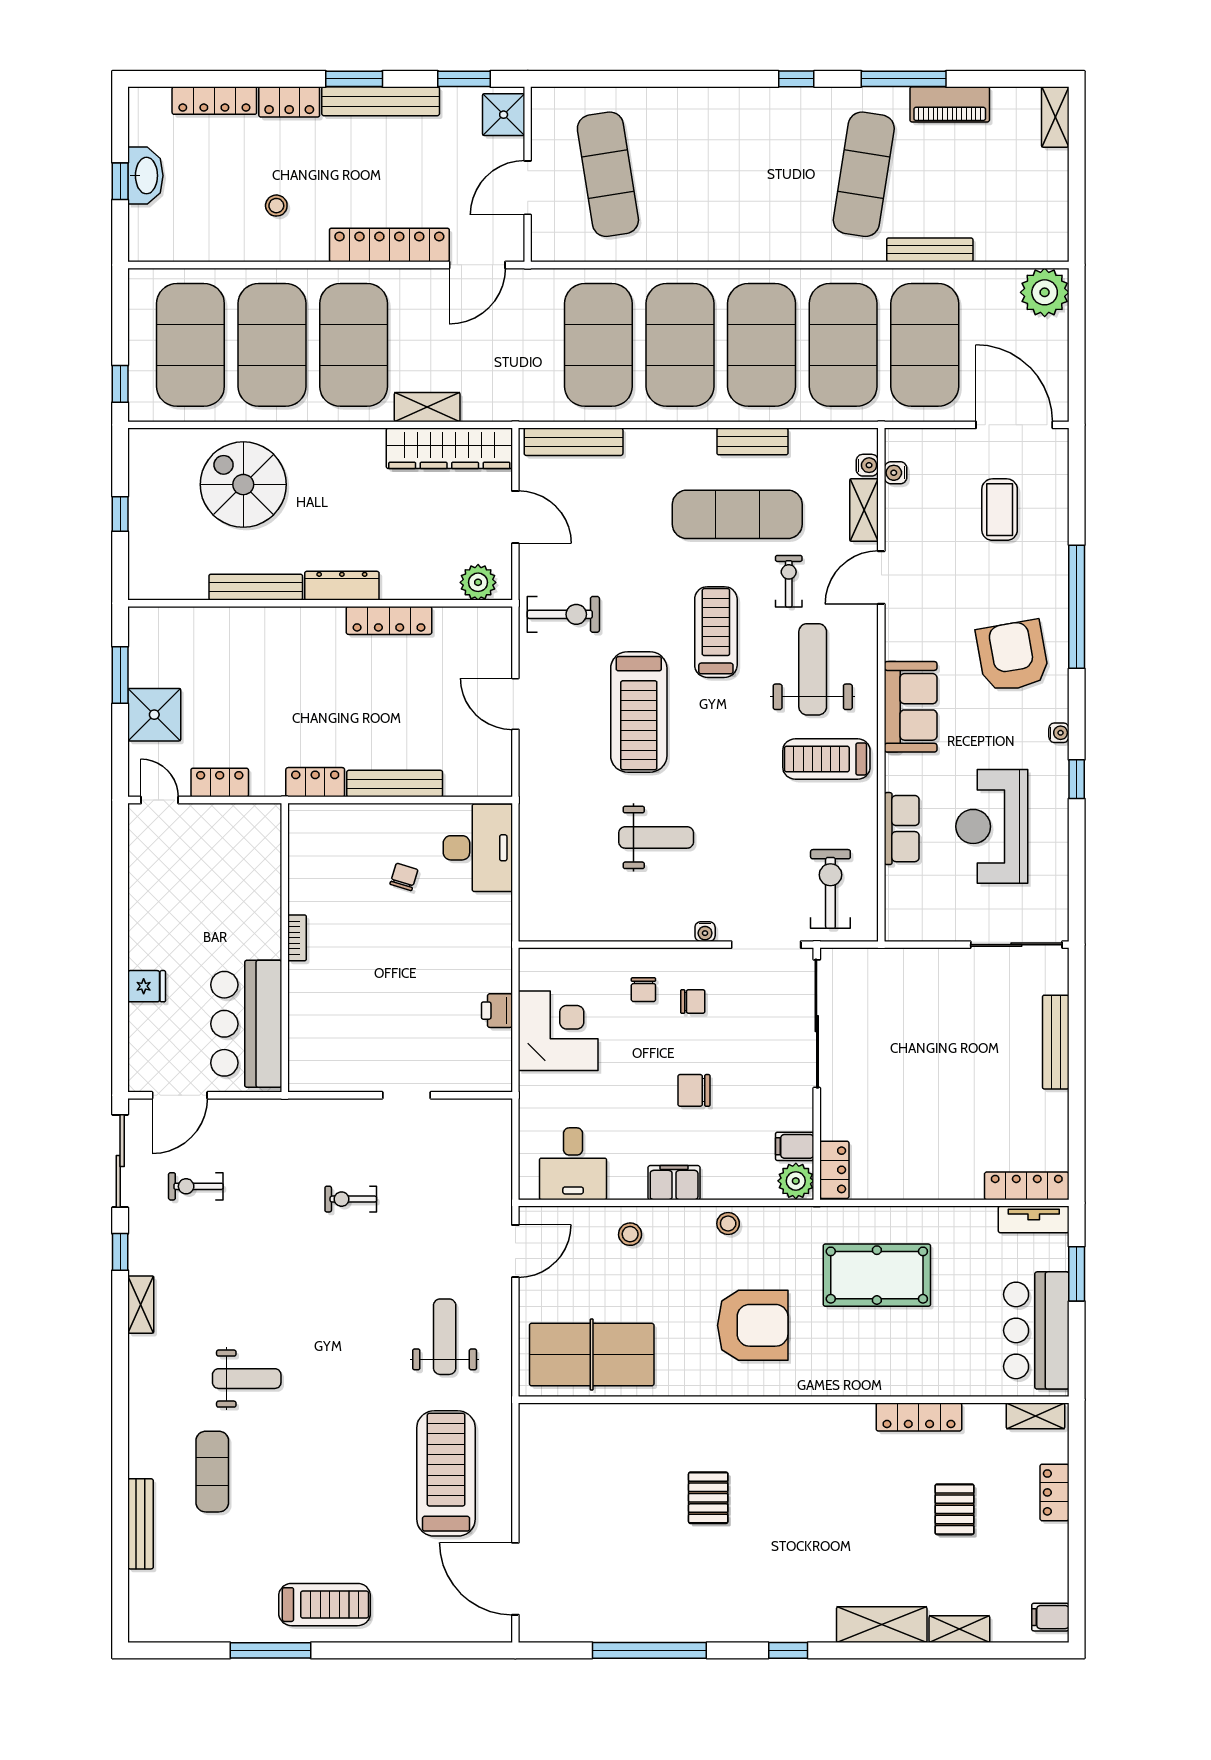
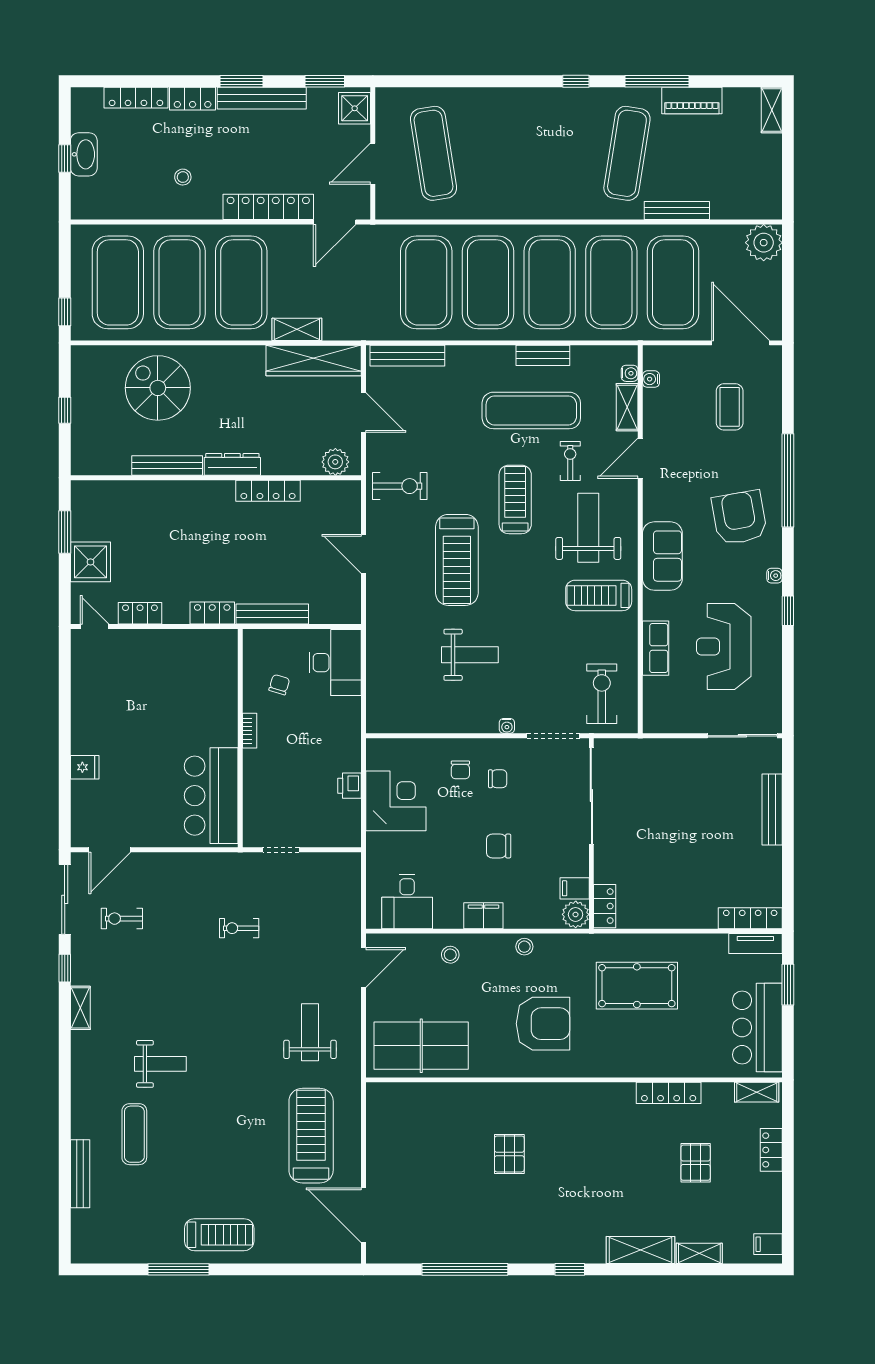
bookcase: (297, 938) -> (250, 731), moved
wall: (285, 948) -> (240, 738), moved
bar counter: (246, 1024) -> (211, 796), moved

